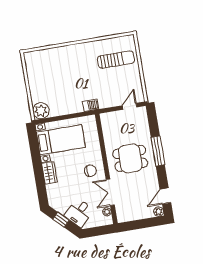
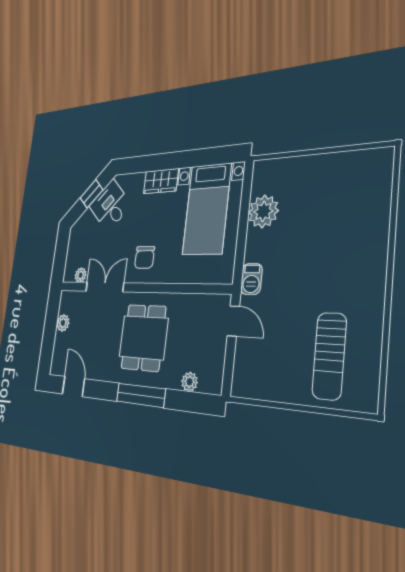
door: (130, 106) -> (233, 321), moved
plant: (41, 111) -> (263, 211), moved
plant: (144, 125) -> (190, 382), added
plant: (159, 212) -> (63, 323), moved
desk: (79, 213) -> (110, 206), moved

